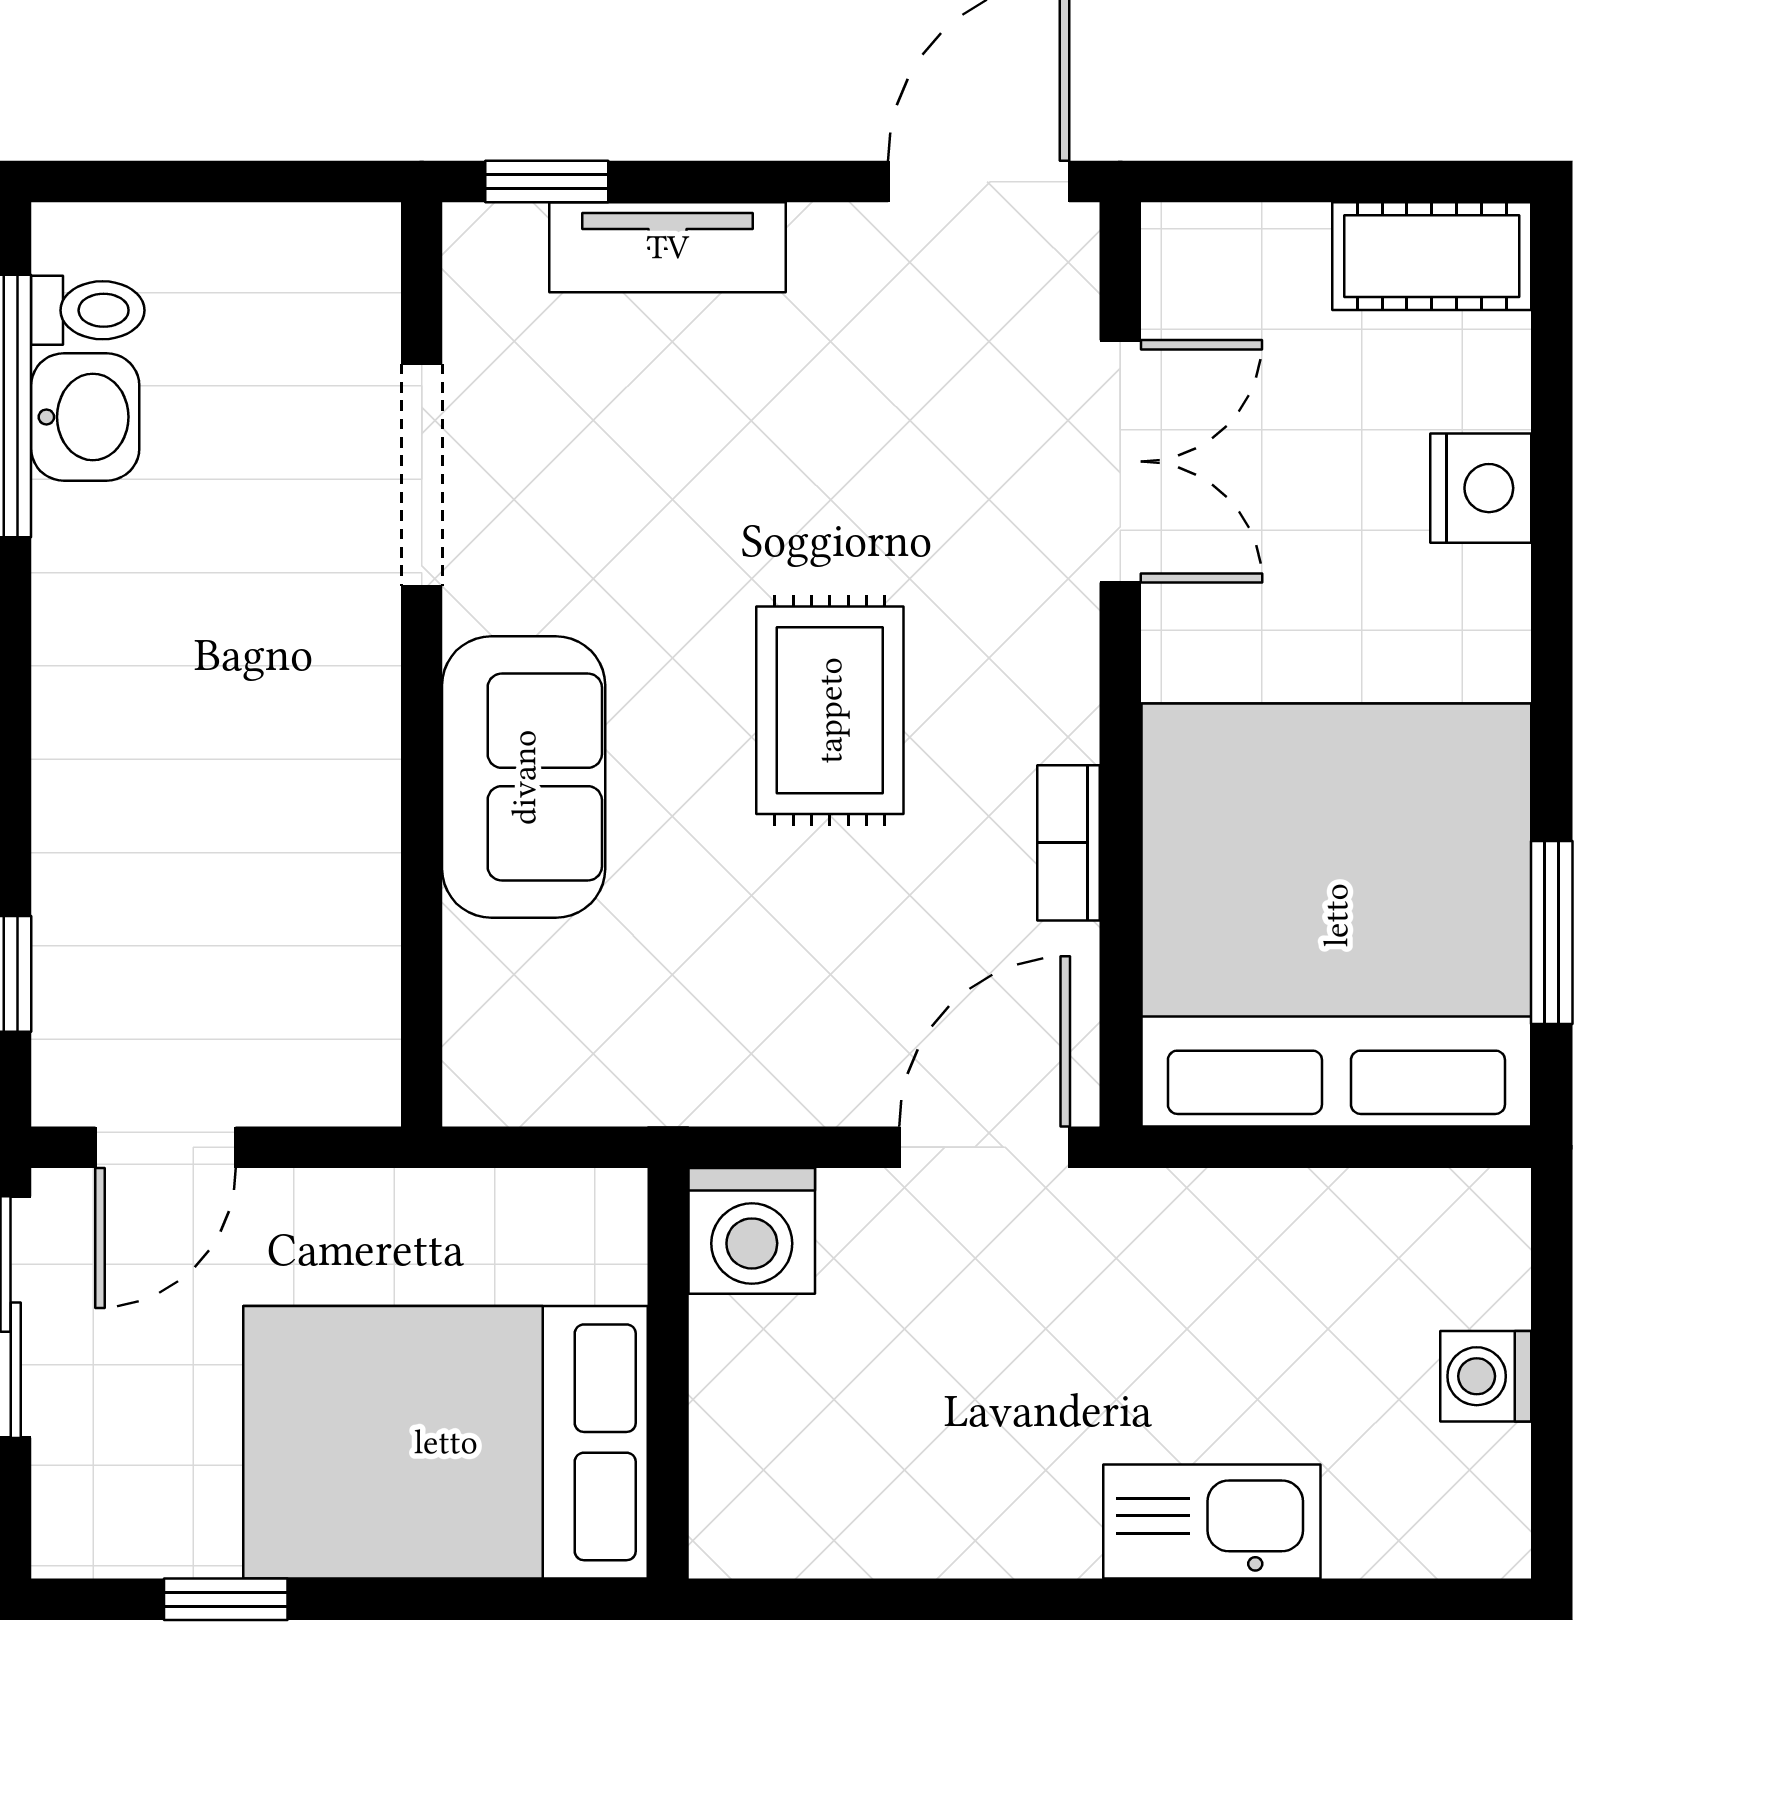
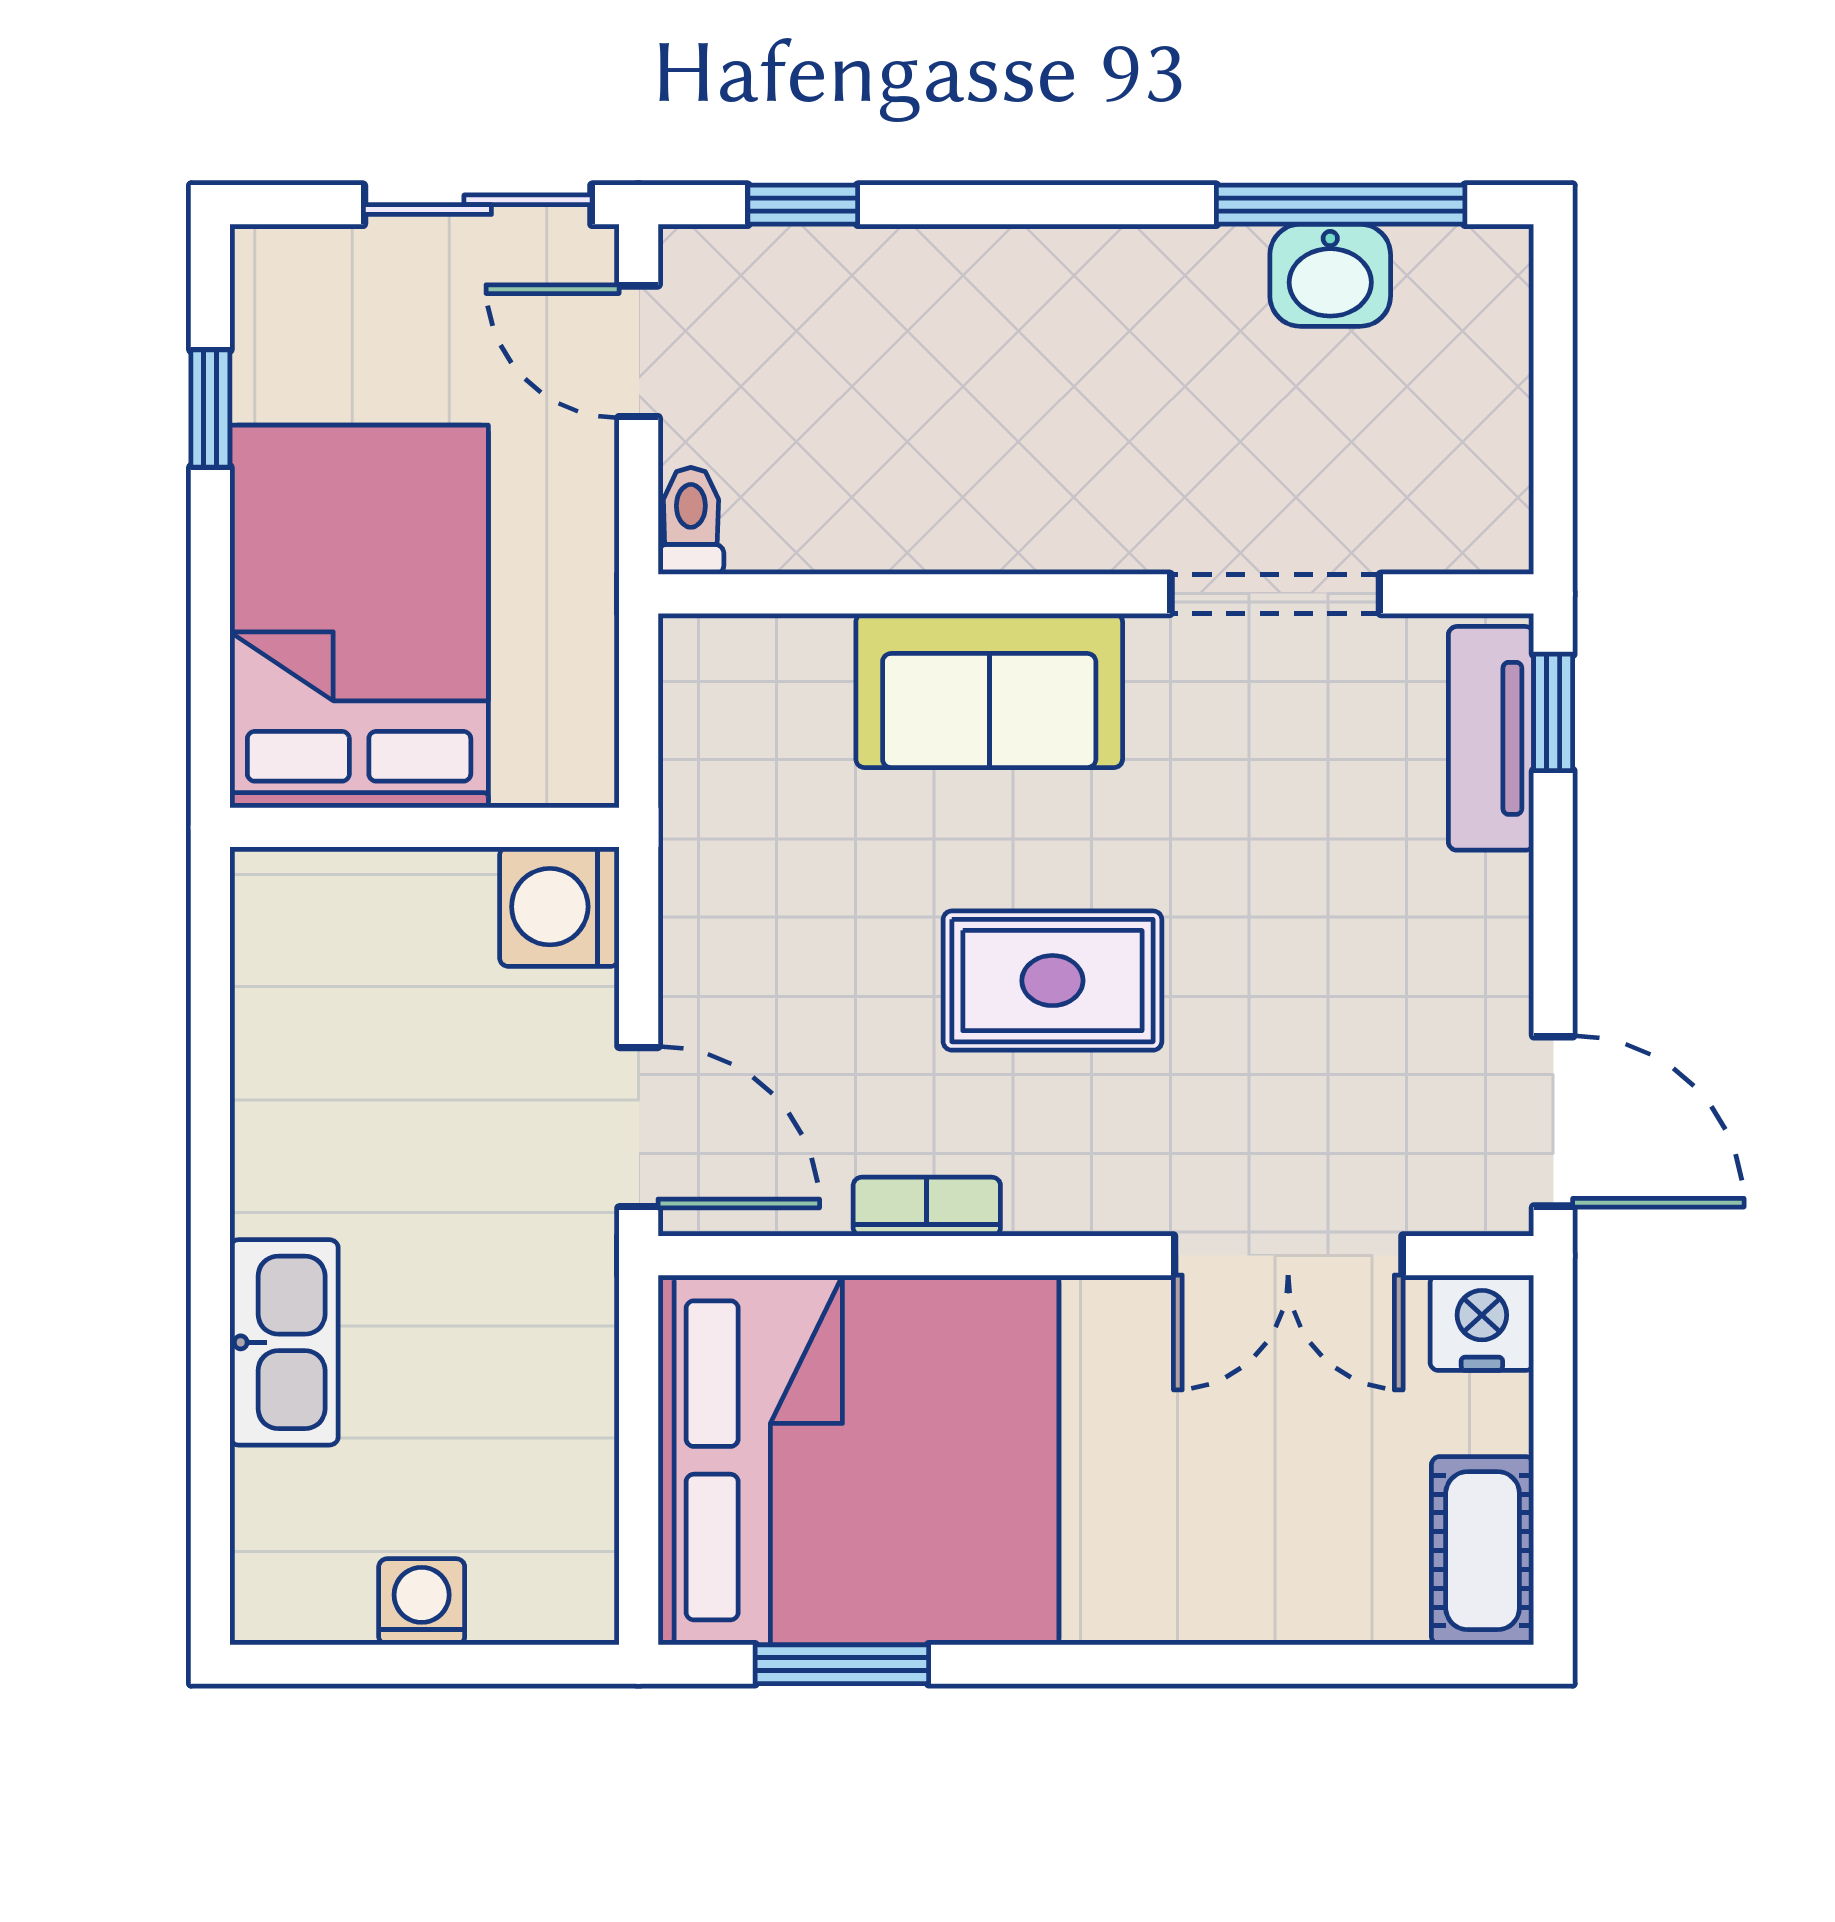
tv unit: (668, 247) -> (1491, 738), moved
toilet: (88, 310) -> (691, 521), moved, turned 180
nightstand: (1481, 488) -> (1482, 1323), moved, turned 180

